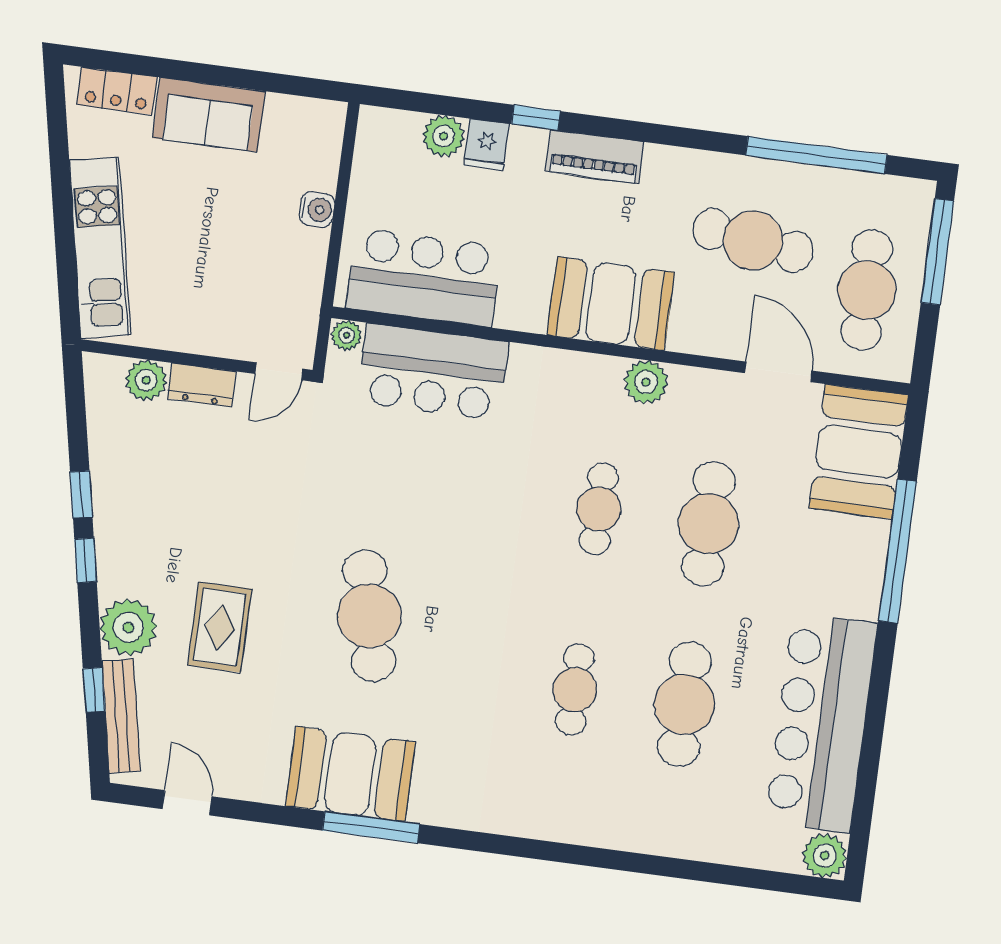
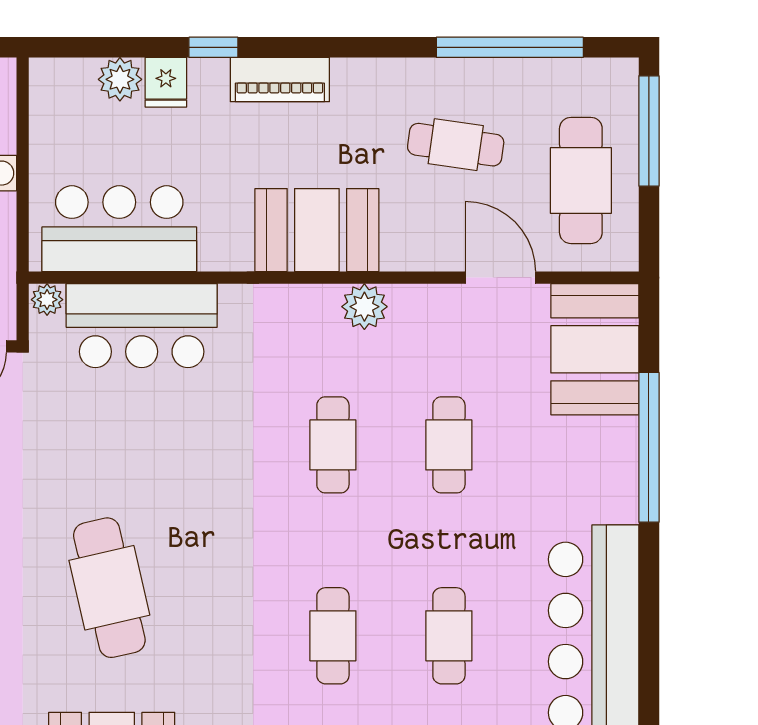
cafe table: (753, 240) -> (456, 145), width x0.73, depth x0.74
cafe table: (709, 524) -> (449, 445), width x0.73, depth x0.74
cafe table: (684, 704) -> (449, 636), width x0.73, depth x0.74

